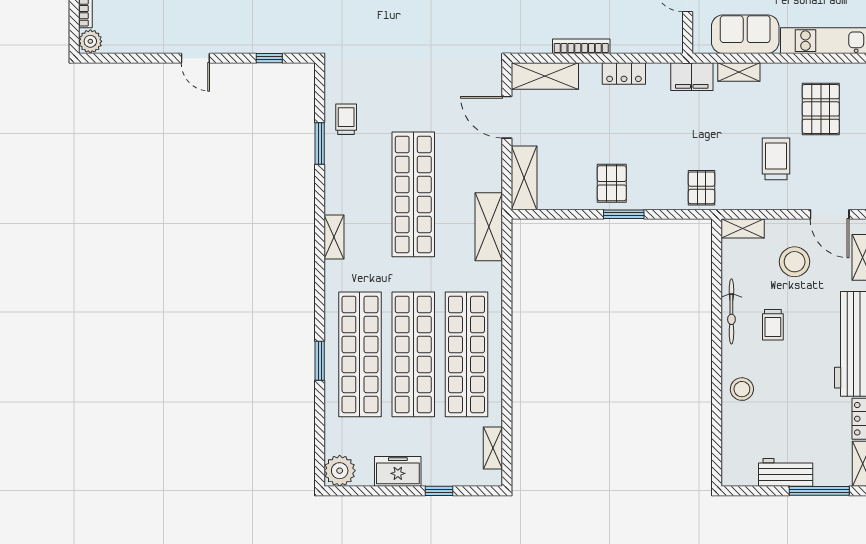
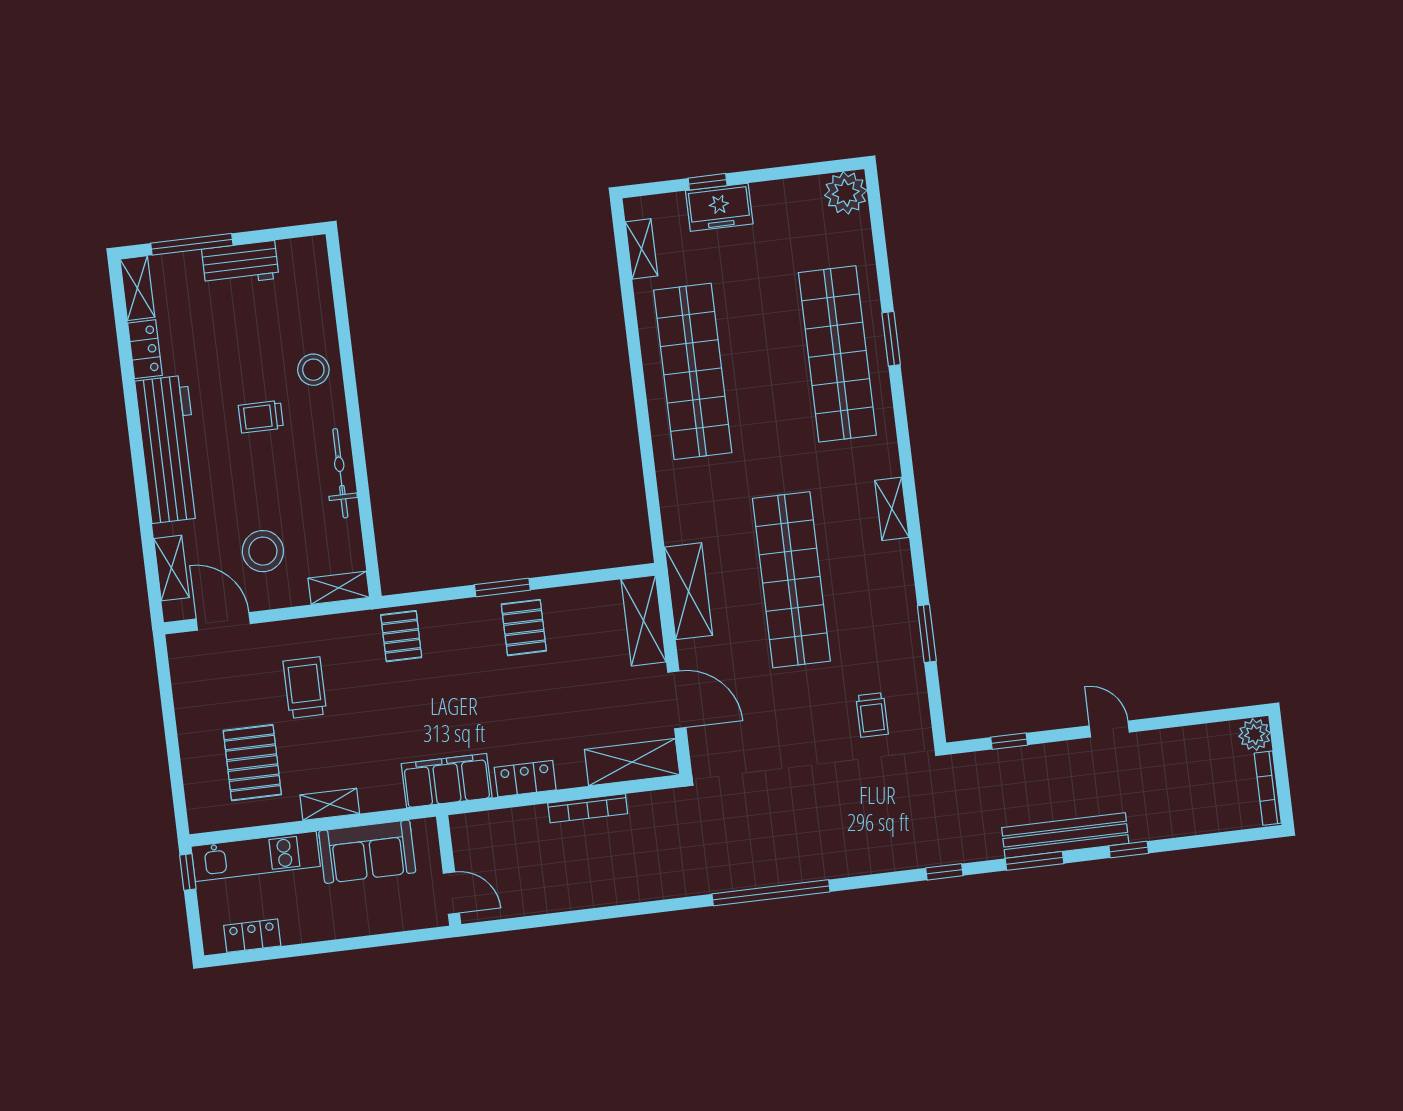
shelving: (739, 72) -> (330, 804), moved
filing cabinet: (692, 77) -> (447, 781), width x1.50, depth x1.17
trolley: (346, 119) -> (872, 715), moved
trolley: (776, 159) -> (305, 688), turned 180
shelving: (489, 227) -> (689, 591), moved
trolley: (773, 325) -> (261, 417), moved, turned -90
shop shelf: (413, 354) -> (765, 363), removed
freezer: (398, 471) -> (719, 207), moved

